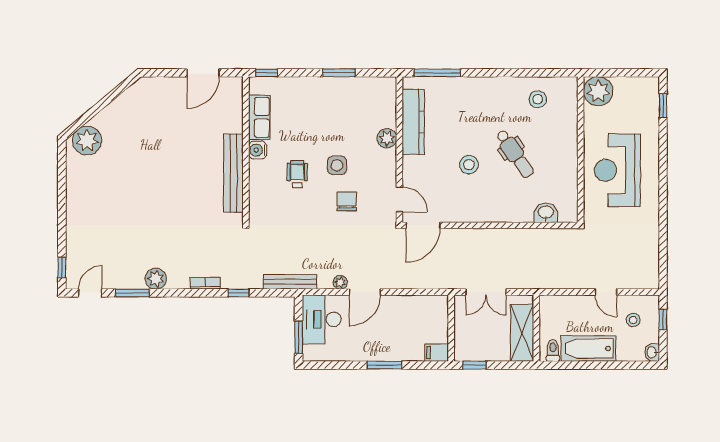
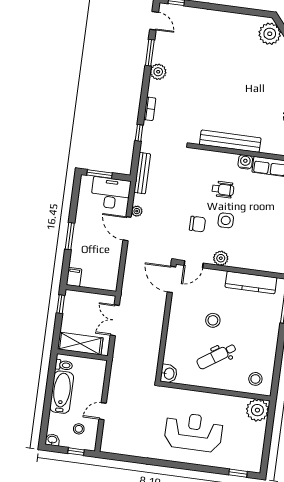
plant: (598, 91) -> (257, 410), moved
plant: (387, 138) -> (221, 258), moved
wall: (581, 150) -> (215, 391), moved

